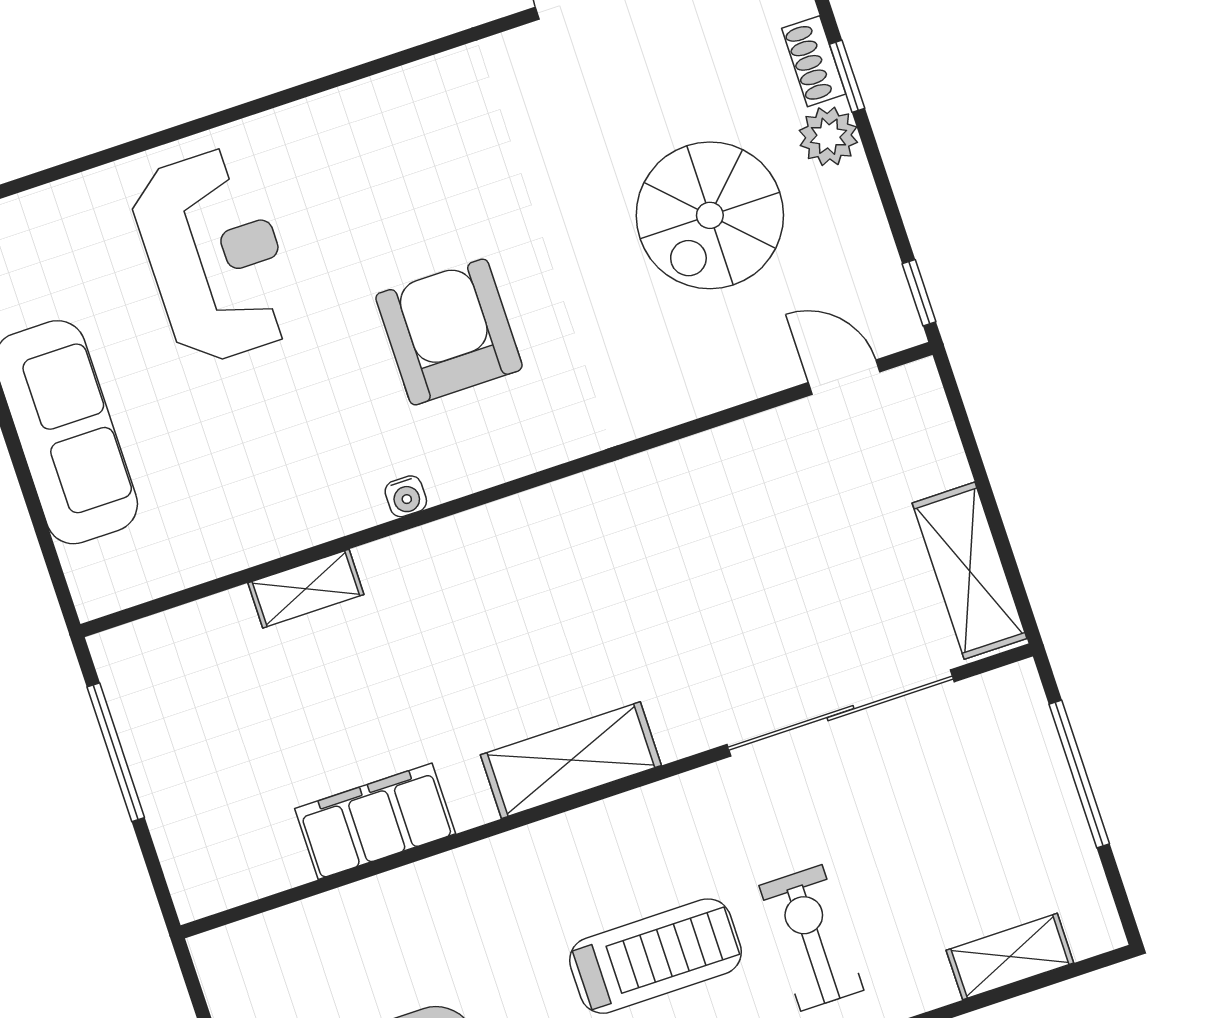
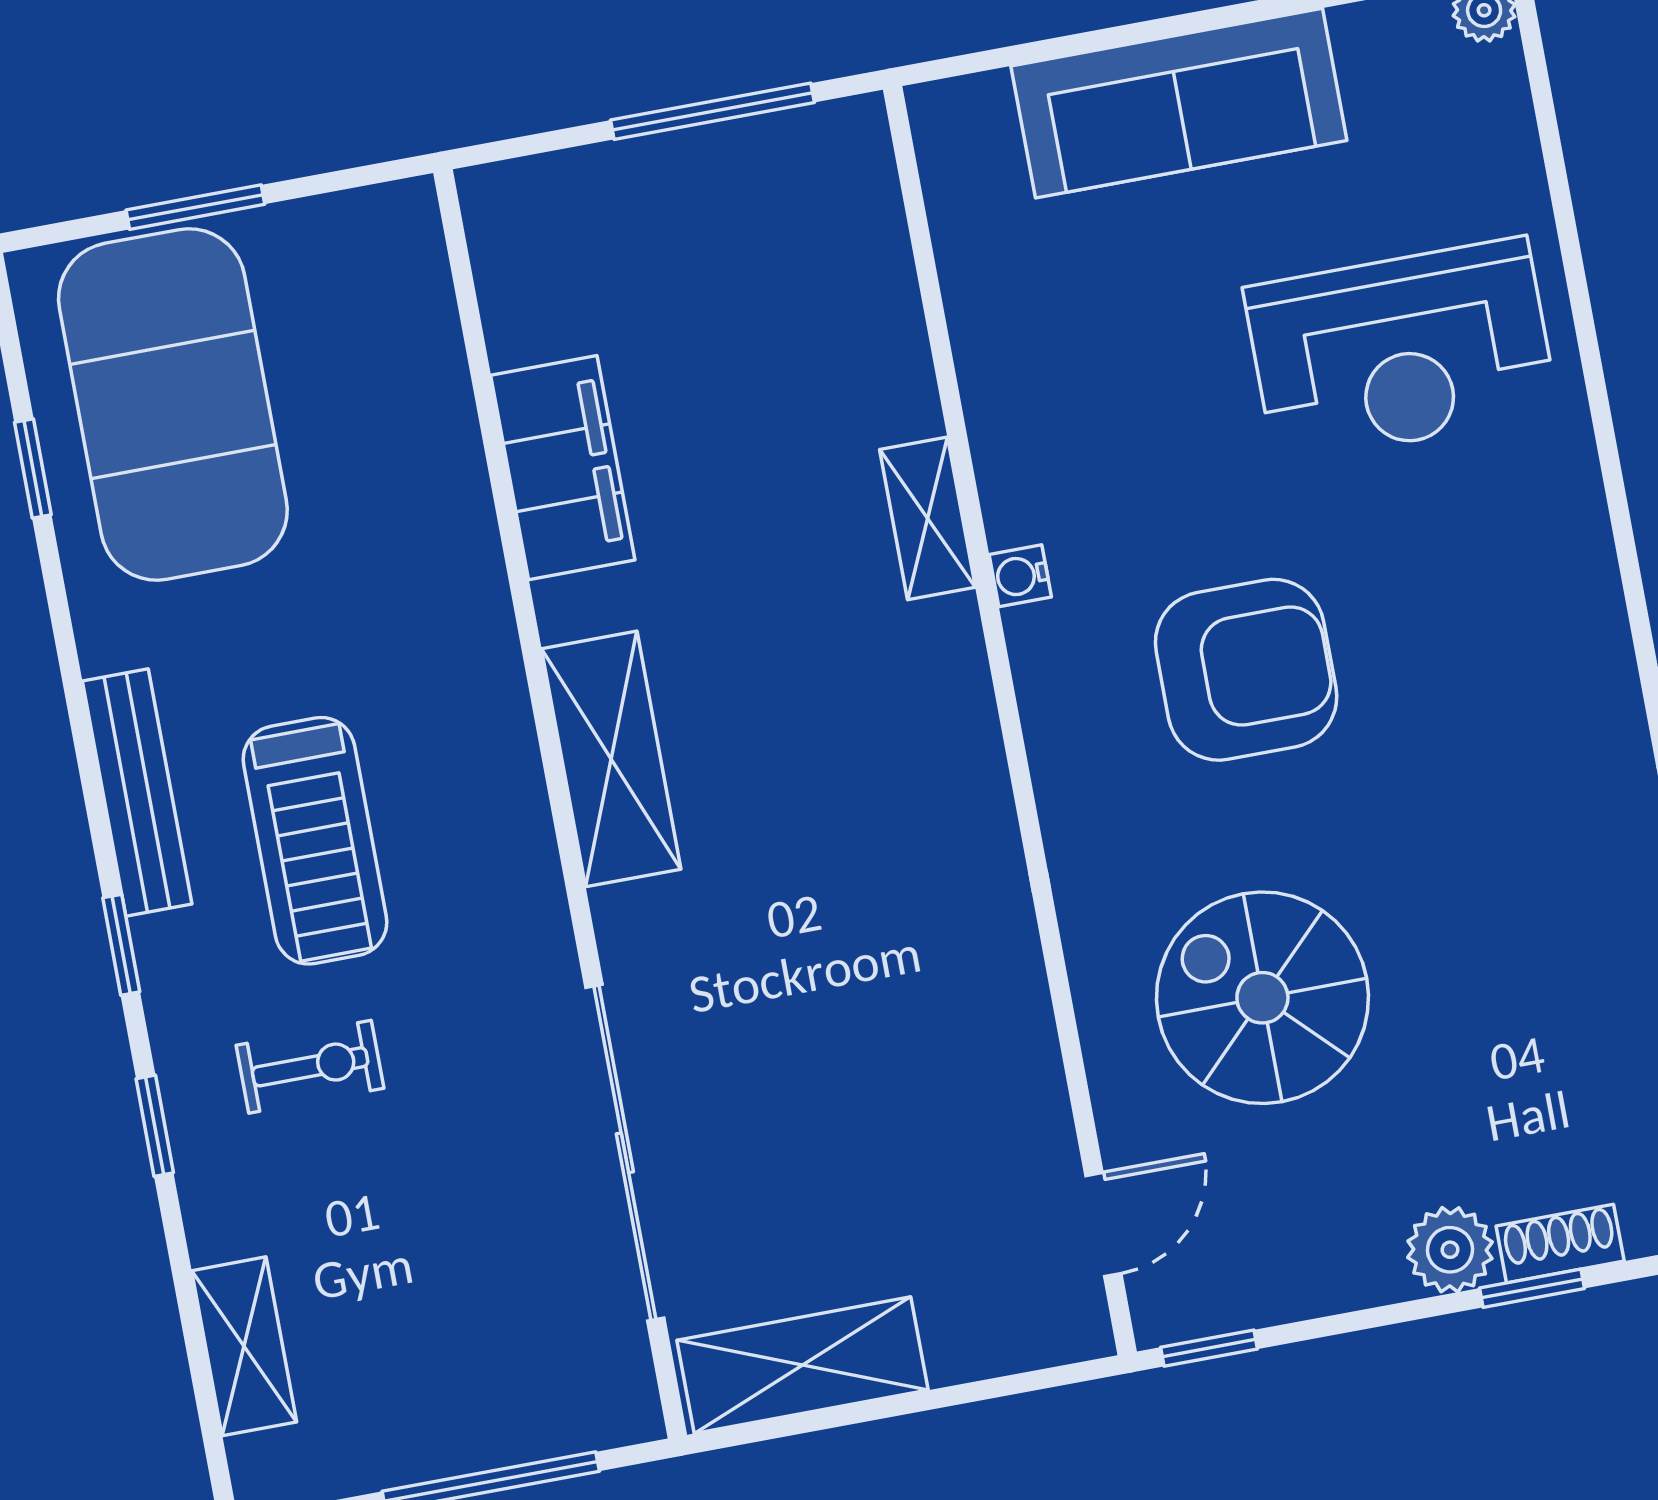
spiral stairs: (710, 215) -> (1262, 998), moved
shelving: (306, 589) -> (927, 518), moved
exercise bike: (811, 938) -> (310, 1067), width x0.73, depth x0.72

